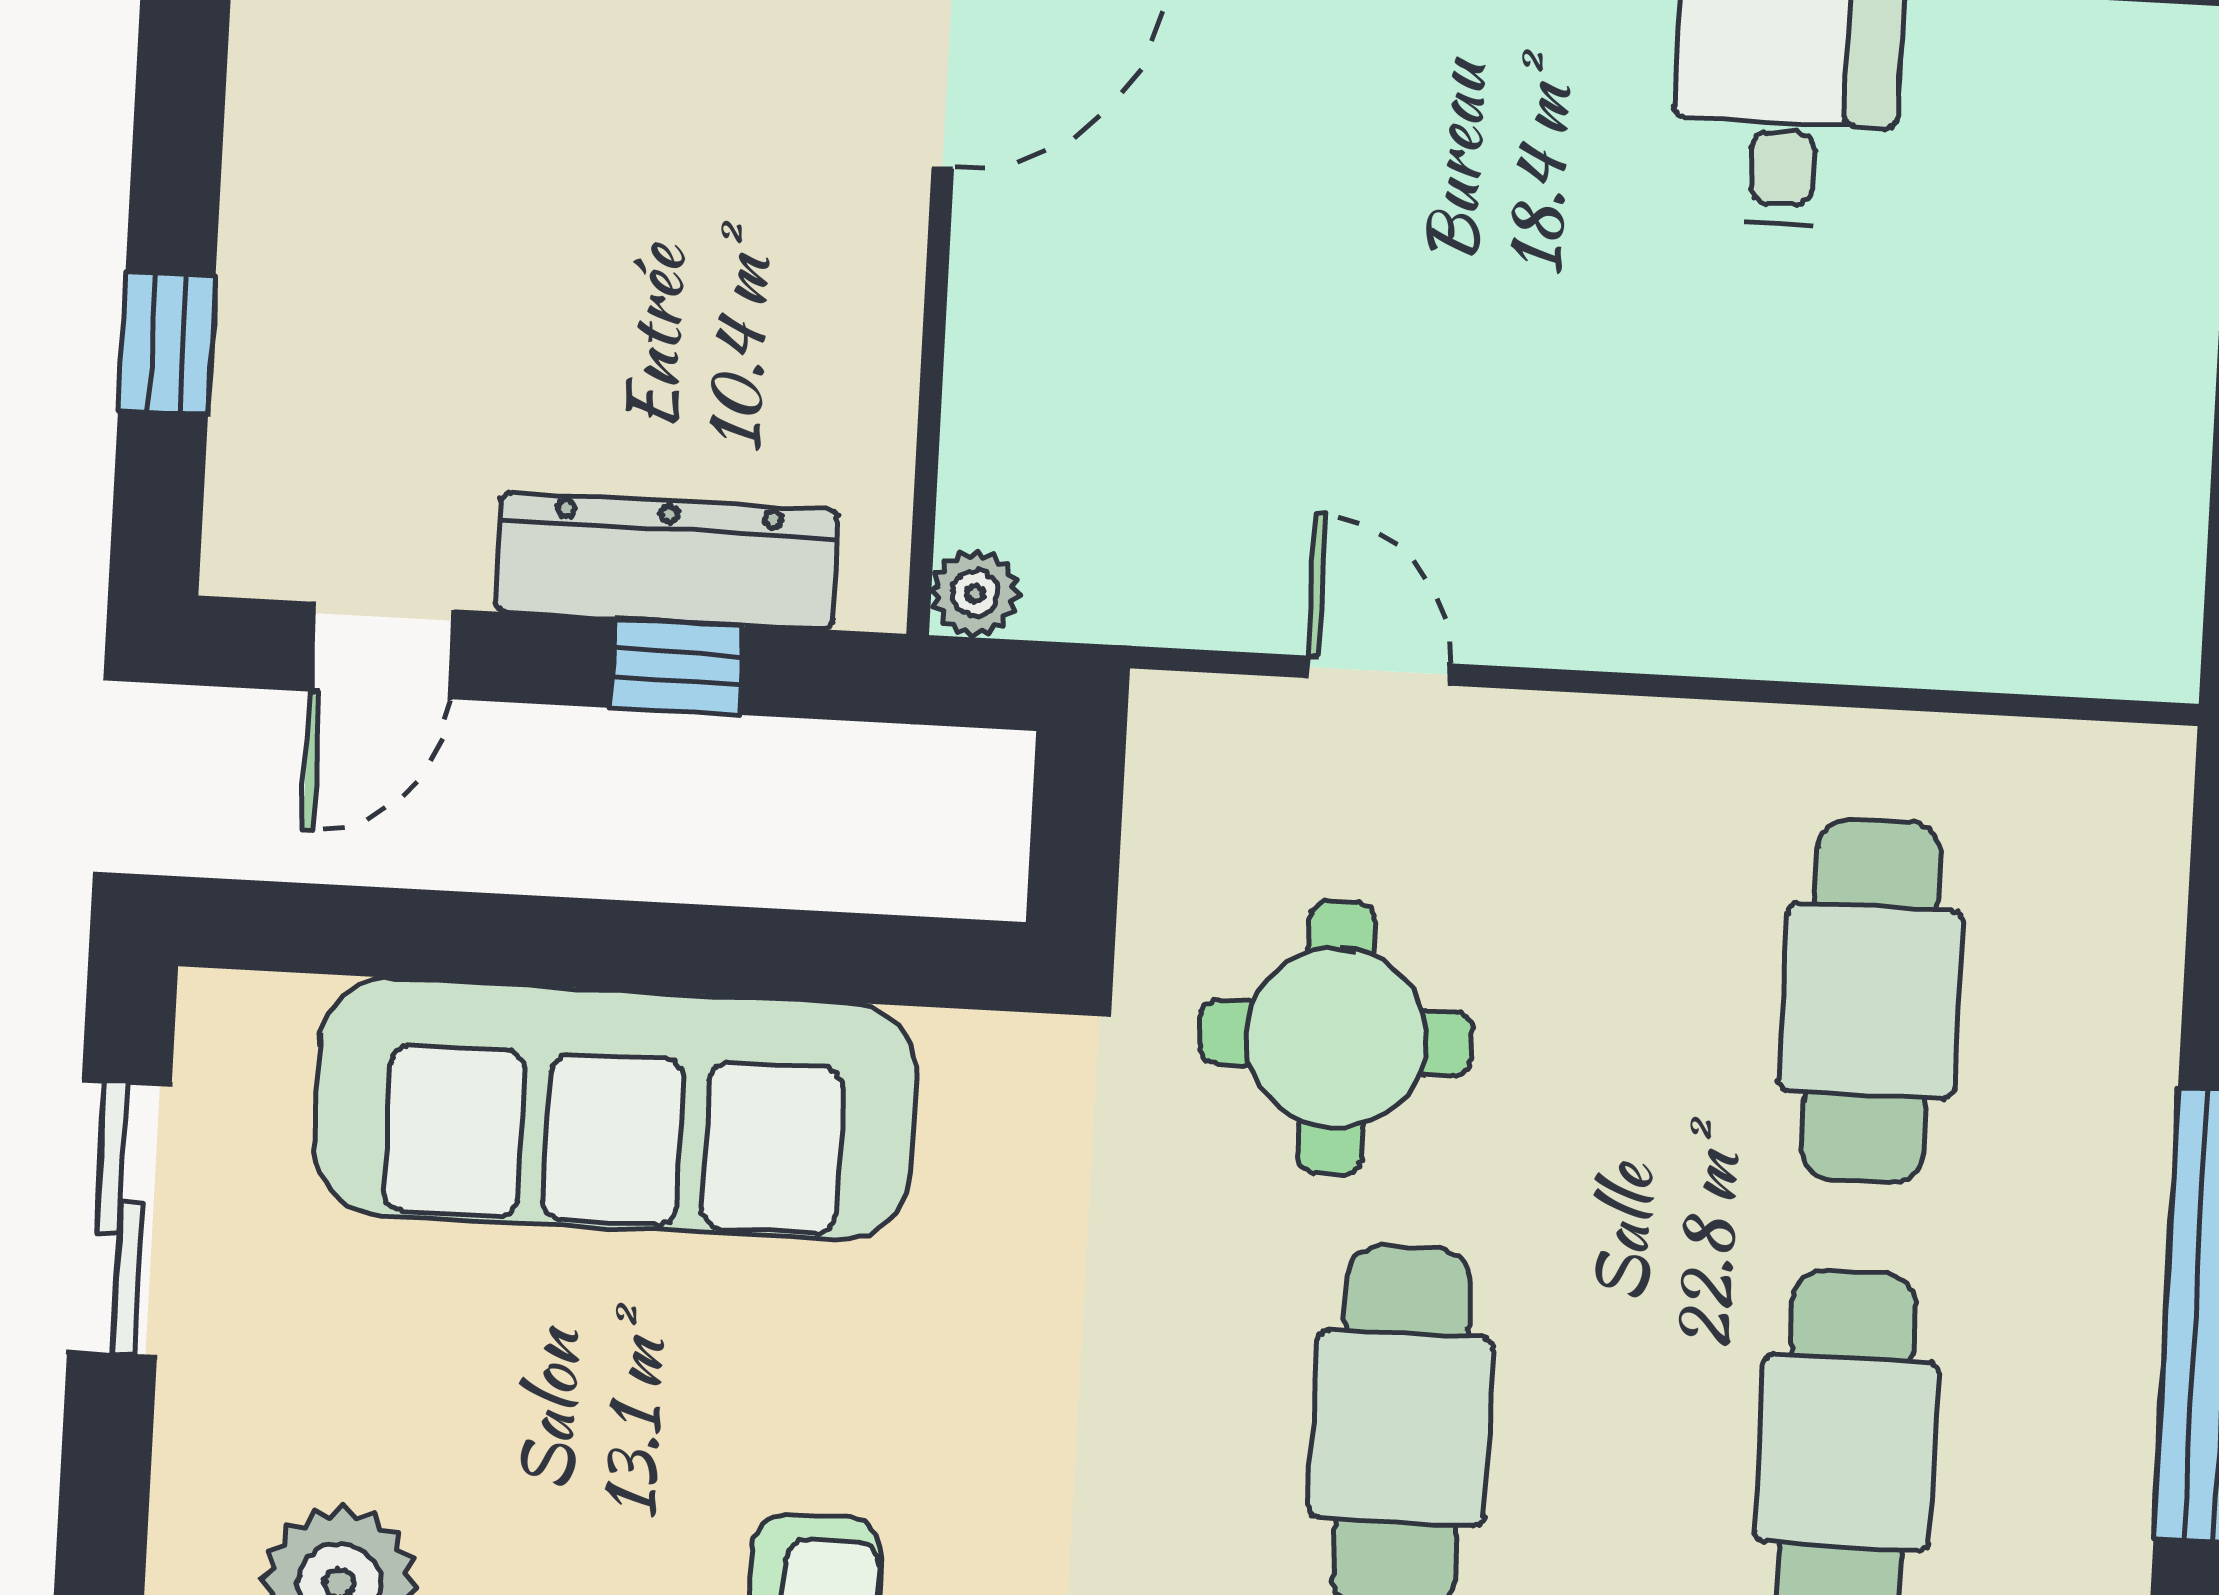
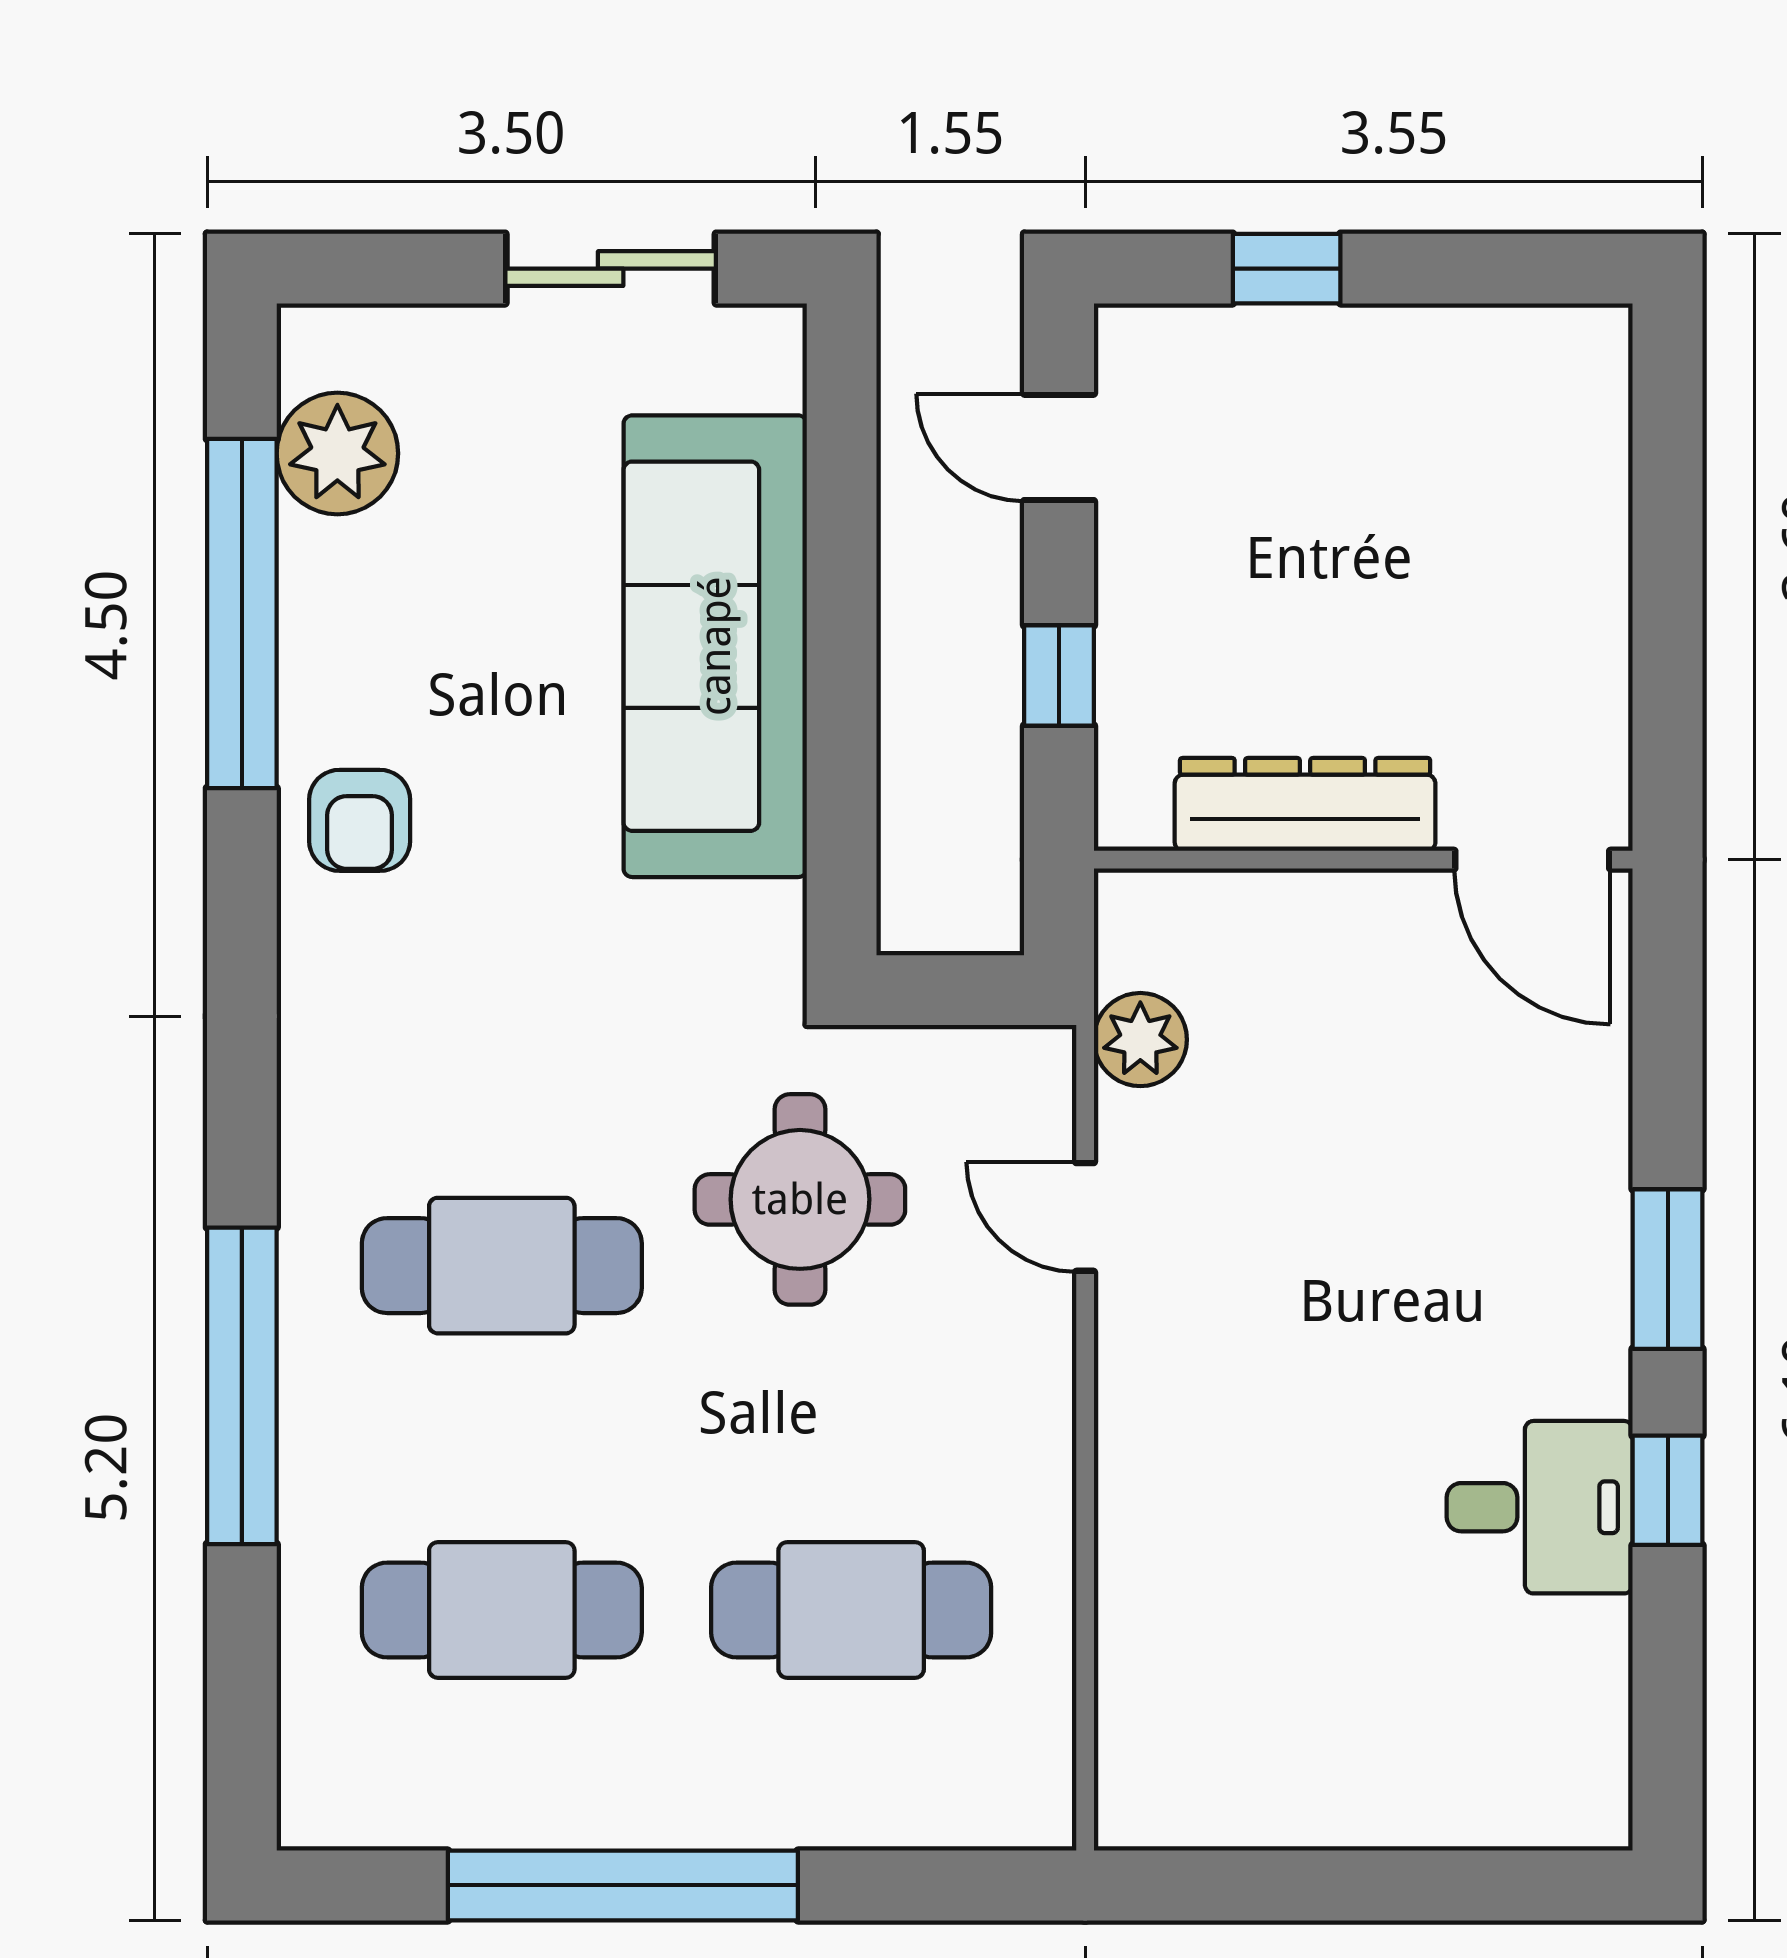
dresser: (667, 561) -> (1305, 804), moved, turned -90
plant: (975, 594) -> (1140, 1040), moved, width x1.38, depth x1.38
door: (1379, 671) -> (1085, 1217), swing flipped

